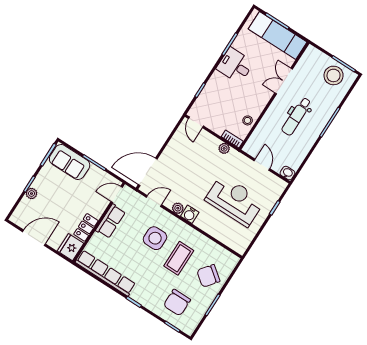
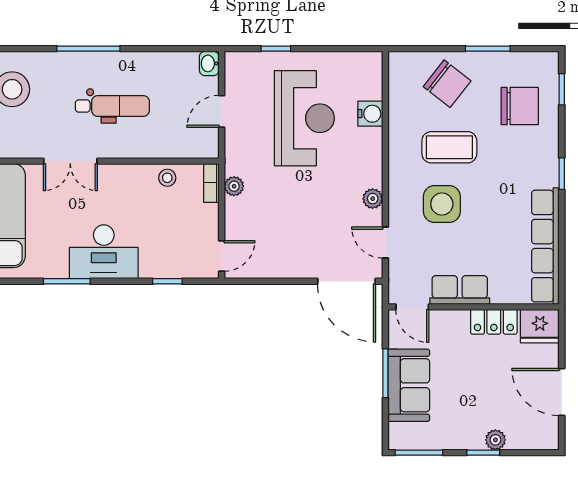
desk: (235, 65) -> (104, 252), width x1.37
sofa: (70, 162) -> (409, 385), moved
reception desk: (235, 201) -> (304, 118), turned 180
water cooler: (190, 214) -> (370, 114), moved

